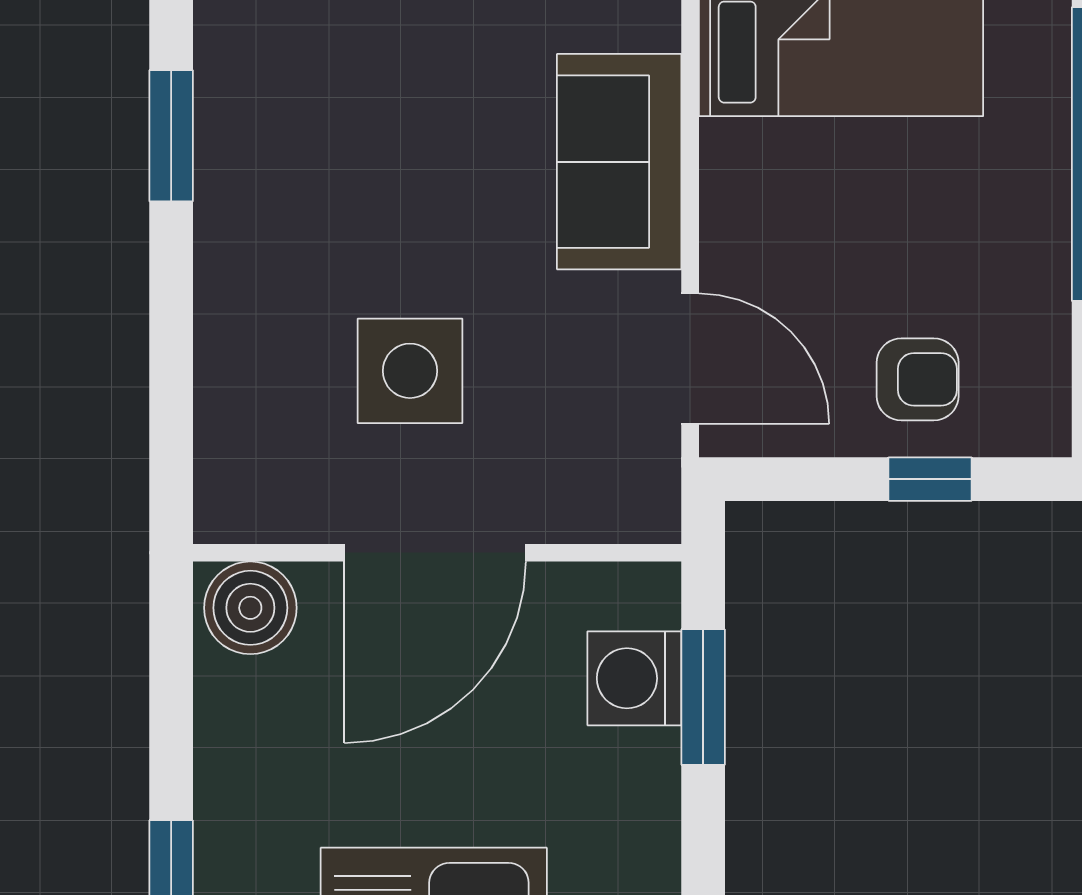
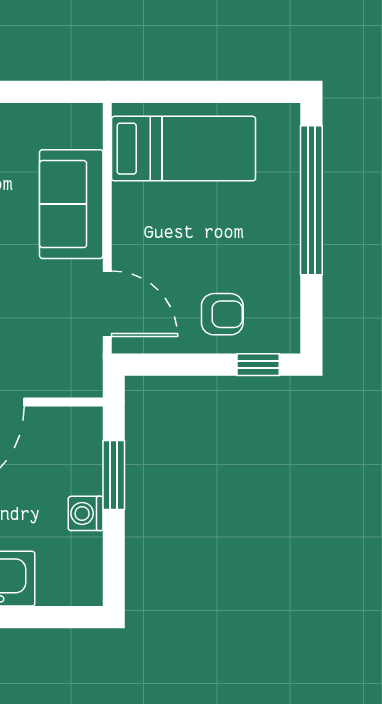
window: (930, 479) -> (258, 365), moved
washing machine: (634, 678) -> (86, 513), moved, width x0.73, depth x0.73

